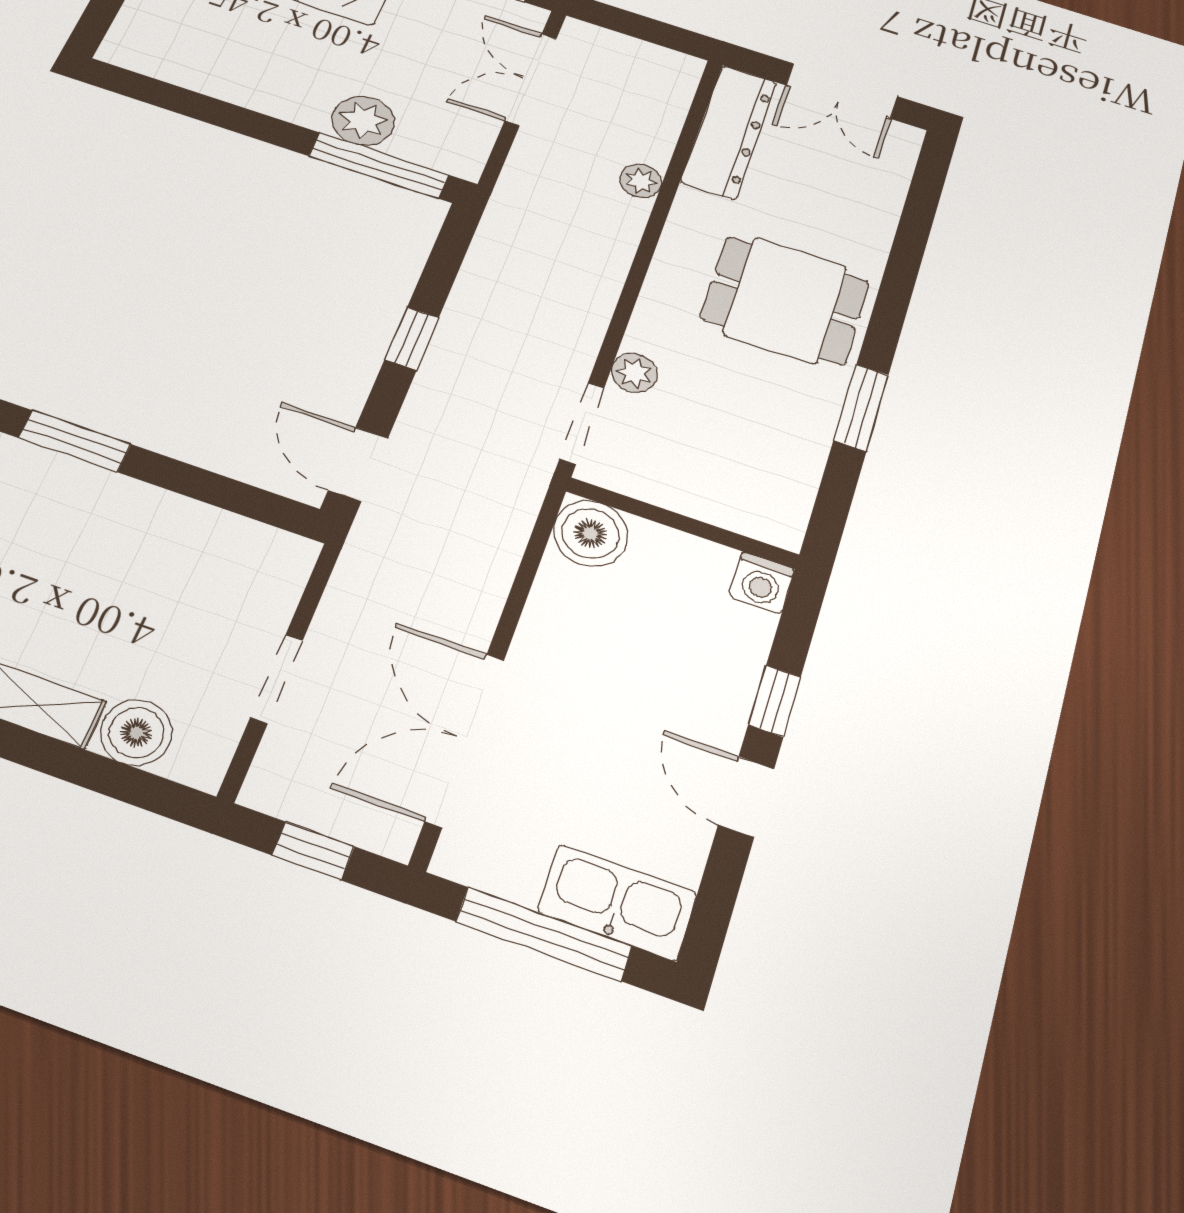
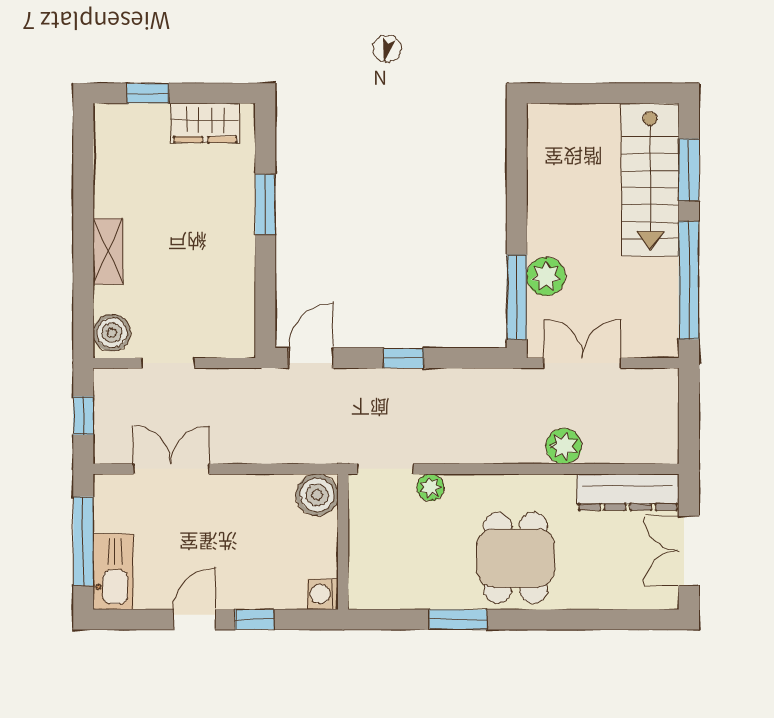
double door: (531, 79) -> (583, 363), moved
plant: (641, 181) -> (564, 446), width x1.38, depth x1.38
boiler: (136, 733) -> (112, 333), moved
double door: (465, 739) -> (171, 469), width x0.73

